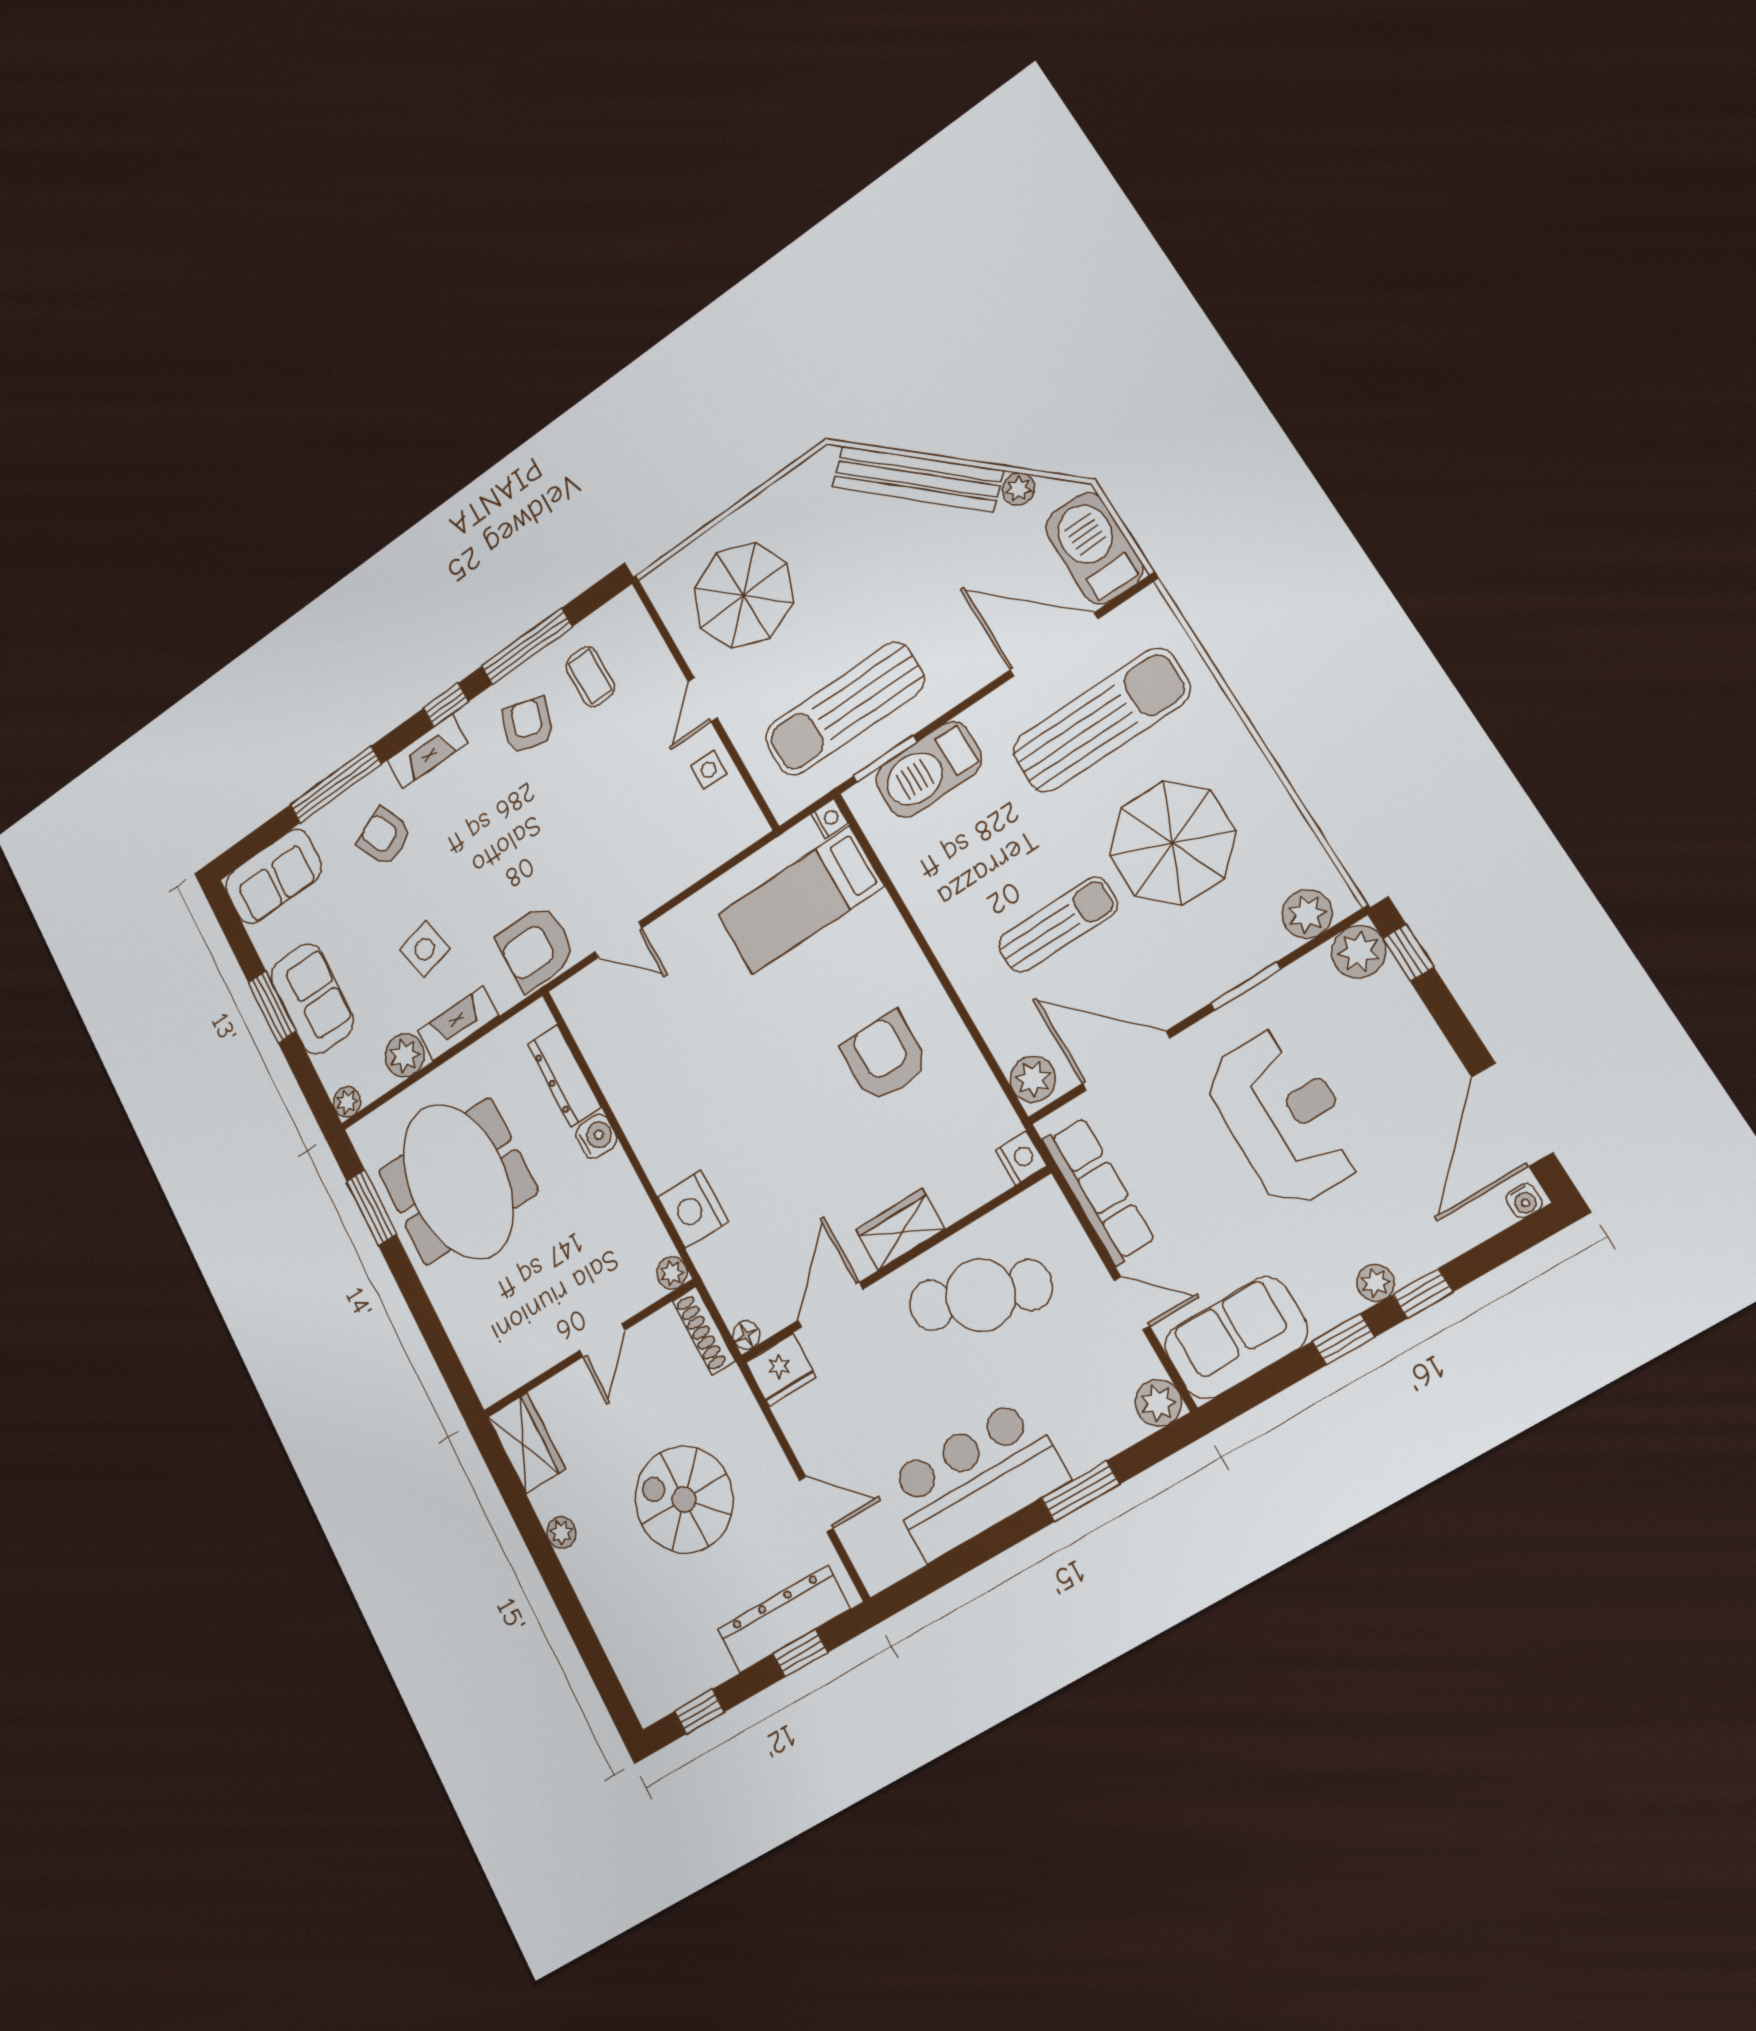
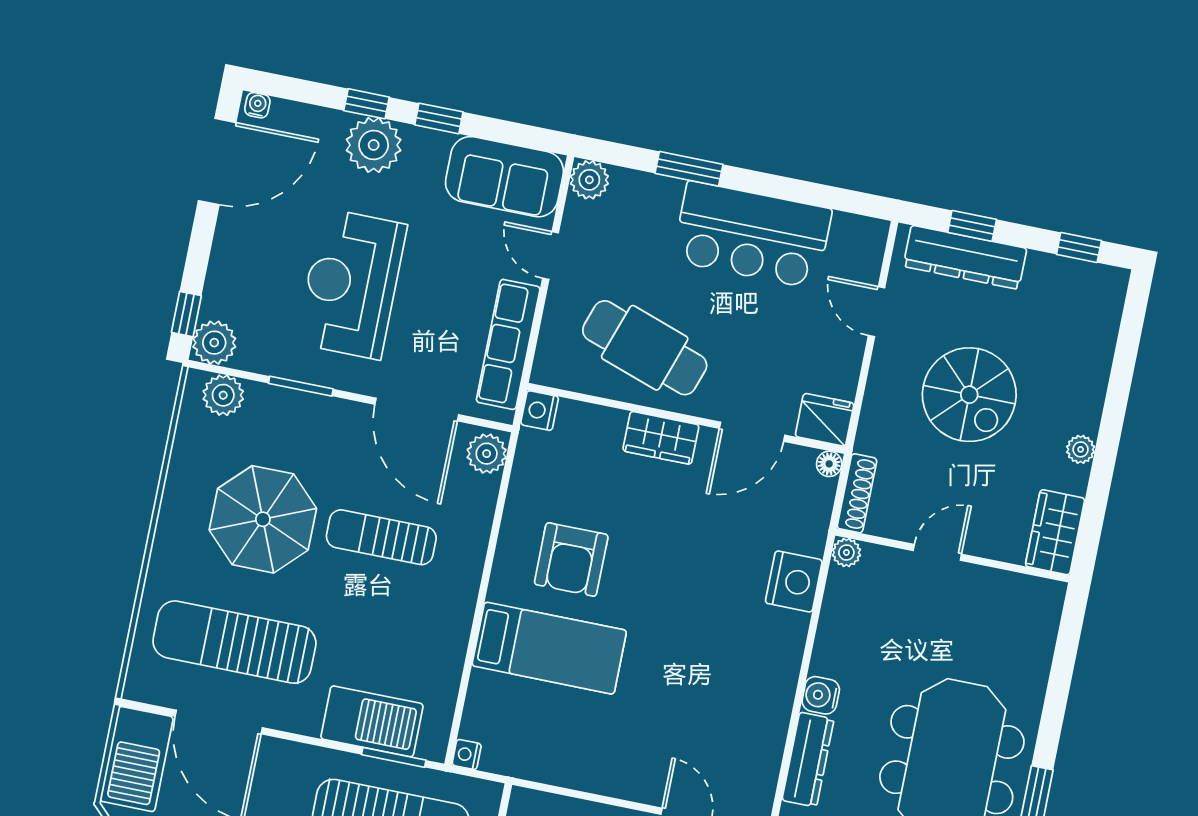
bed: (801, 901) -> (549, 648), moved
plant: (1376, 1283) -> (374, 145), width x1.88, depth x1.88

